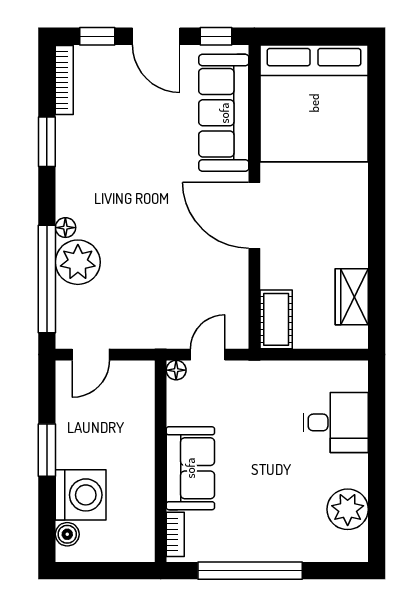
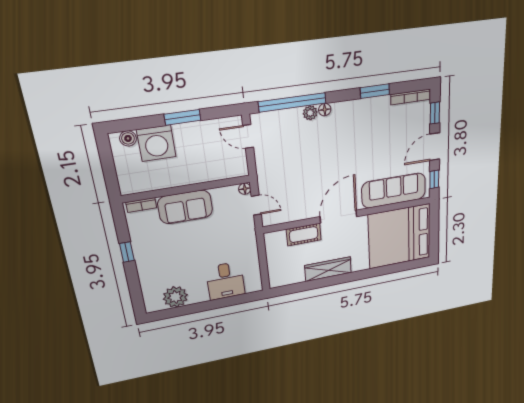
plant: (78, 262) -> (310, 113), width x0.53, depth x0.53
wardrobe: (352, 297) -> (328, 269), moved, width x1.50
cot: (276, 319) -> (304, 235), moved
window: (250, 571) -> (127, 252), width x0.32

